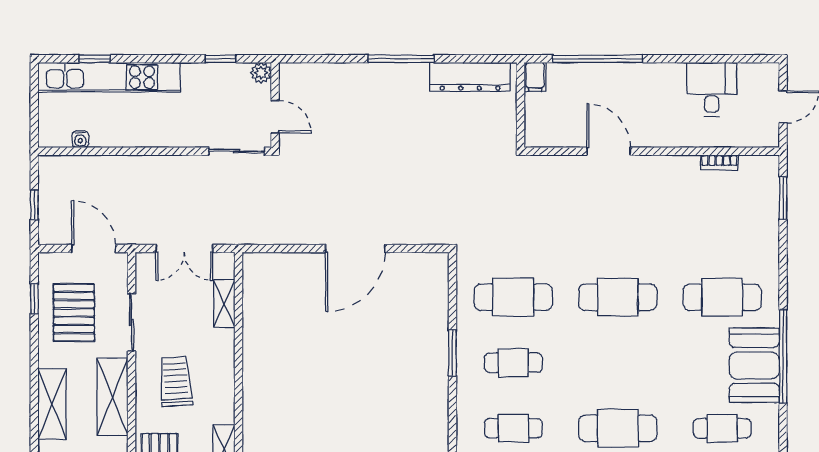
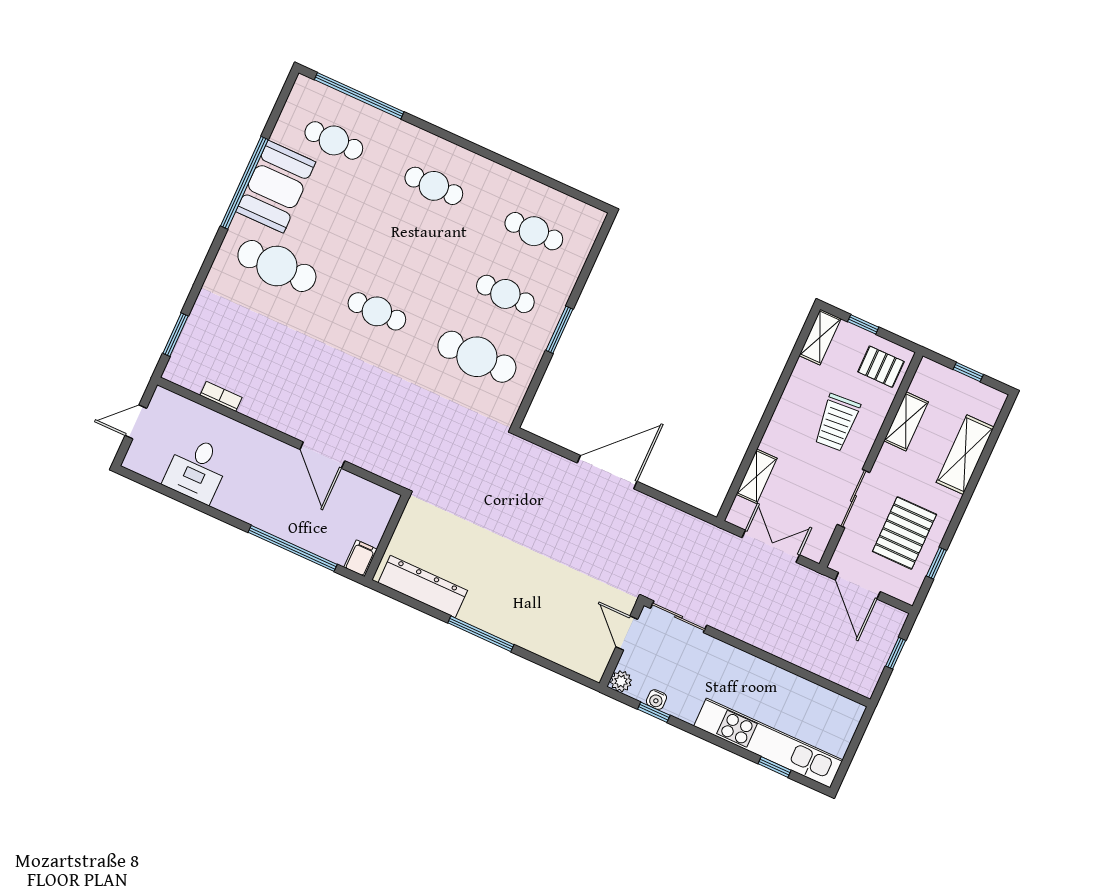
water cooler: (80, 139) -> (656, 700), moved, turned 180
cafe table: (618, 297) -> (377, 311), width x0.73, depth x0.74
shelving: (112, 397) -> (906, 421), width x0.67, depth x0.75
cafe table: (618, 428) -> (434, 186), width x0.73, depth x0.74

